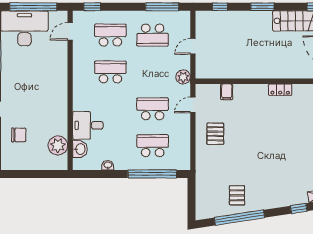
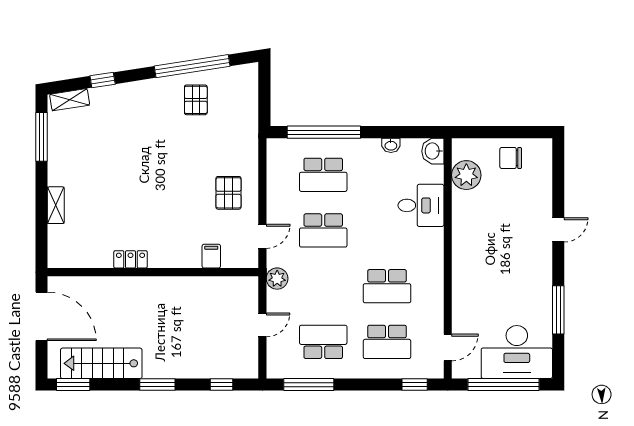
chair: (19, 135) -> (511, 158), moved
washbasin: (80, 149) -> (433, 151), moved

